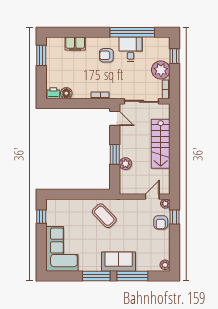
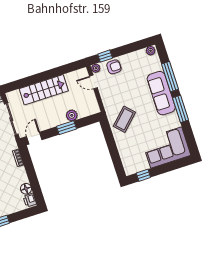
sofa: (119, 262) -> (161, 93), width x1.36

